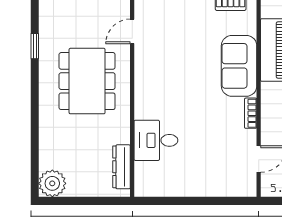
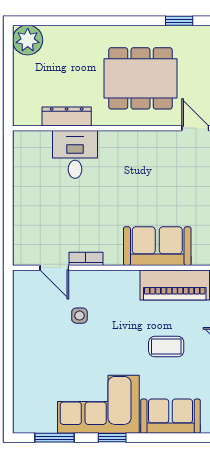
bookcase: (251, 113) -> (86, 259), moved
dresser: (121, 167) -> (67, 116), moved

